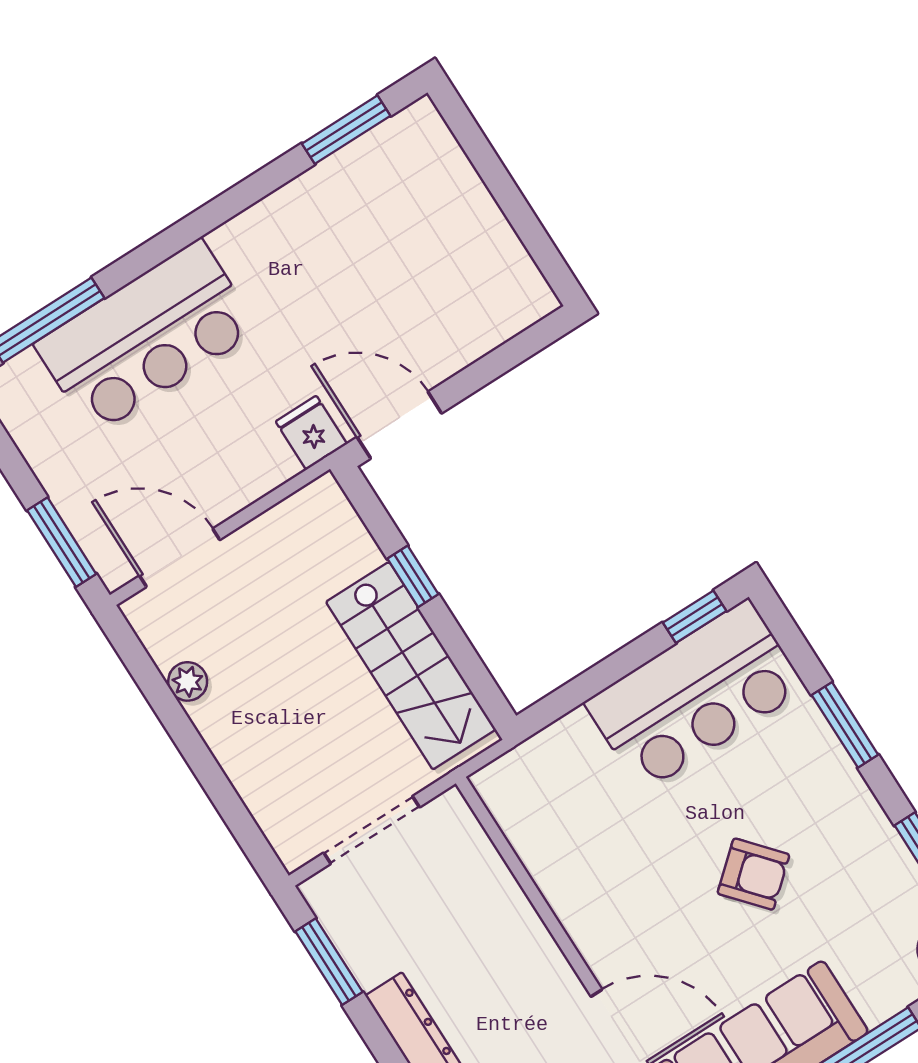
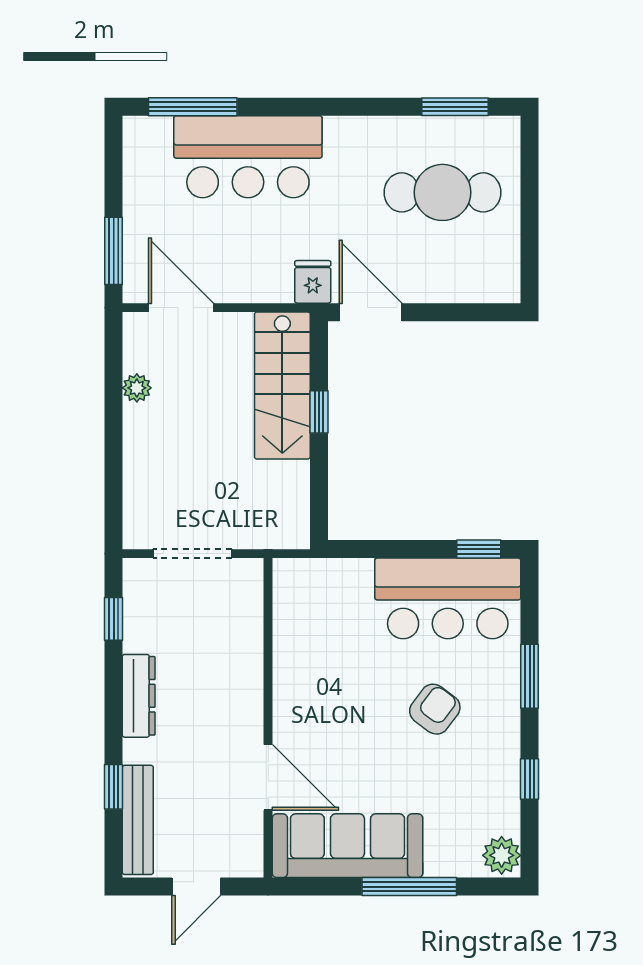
cafe table: (394, 236) -> (442, 192), added
stairs: (411, 666) -> (282, 385), moved
armchair: (753, 874) -> (435, 709), moved, turned -102
window: (329, 962) -> (114, 619), width x0.67

